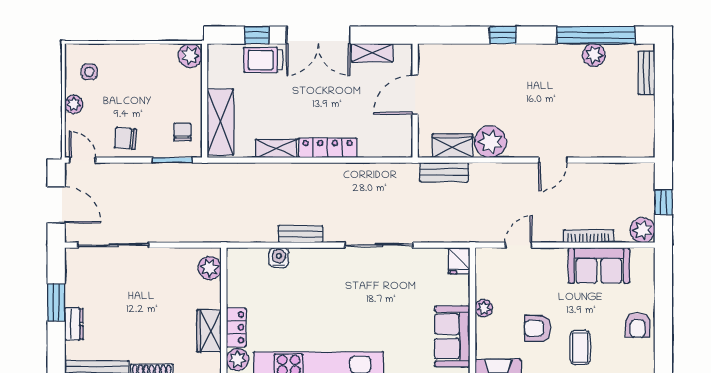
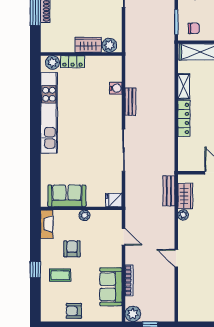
plant: (490, 142) -> (183, 215), width x0.53, depth x0.53
wardrobe: (209, 331) -> (88, 45), moved

